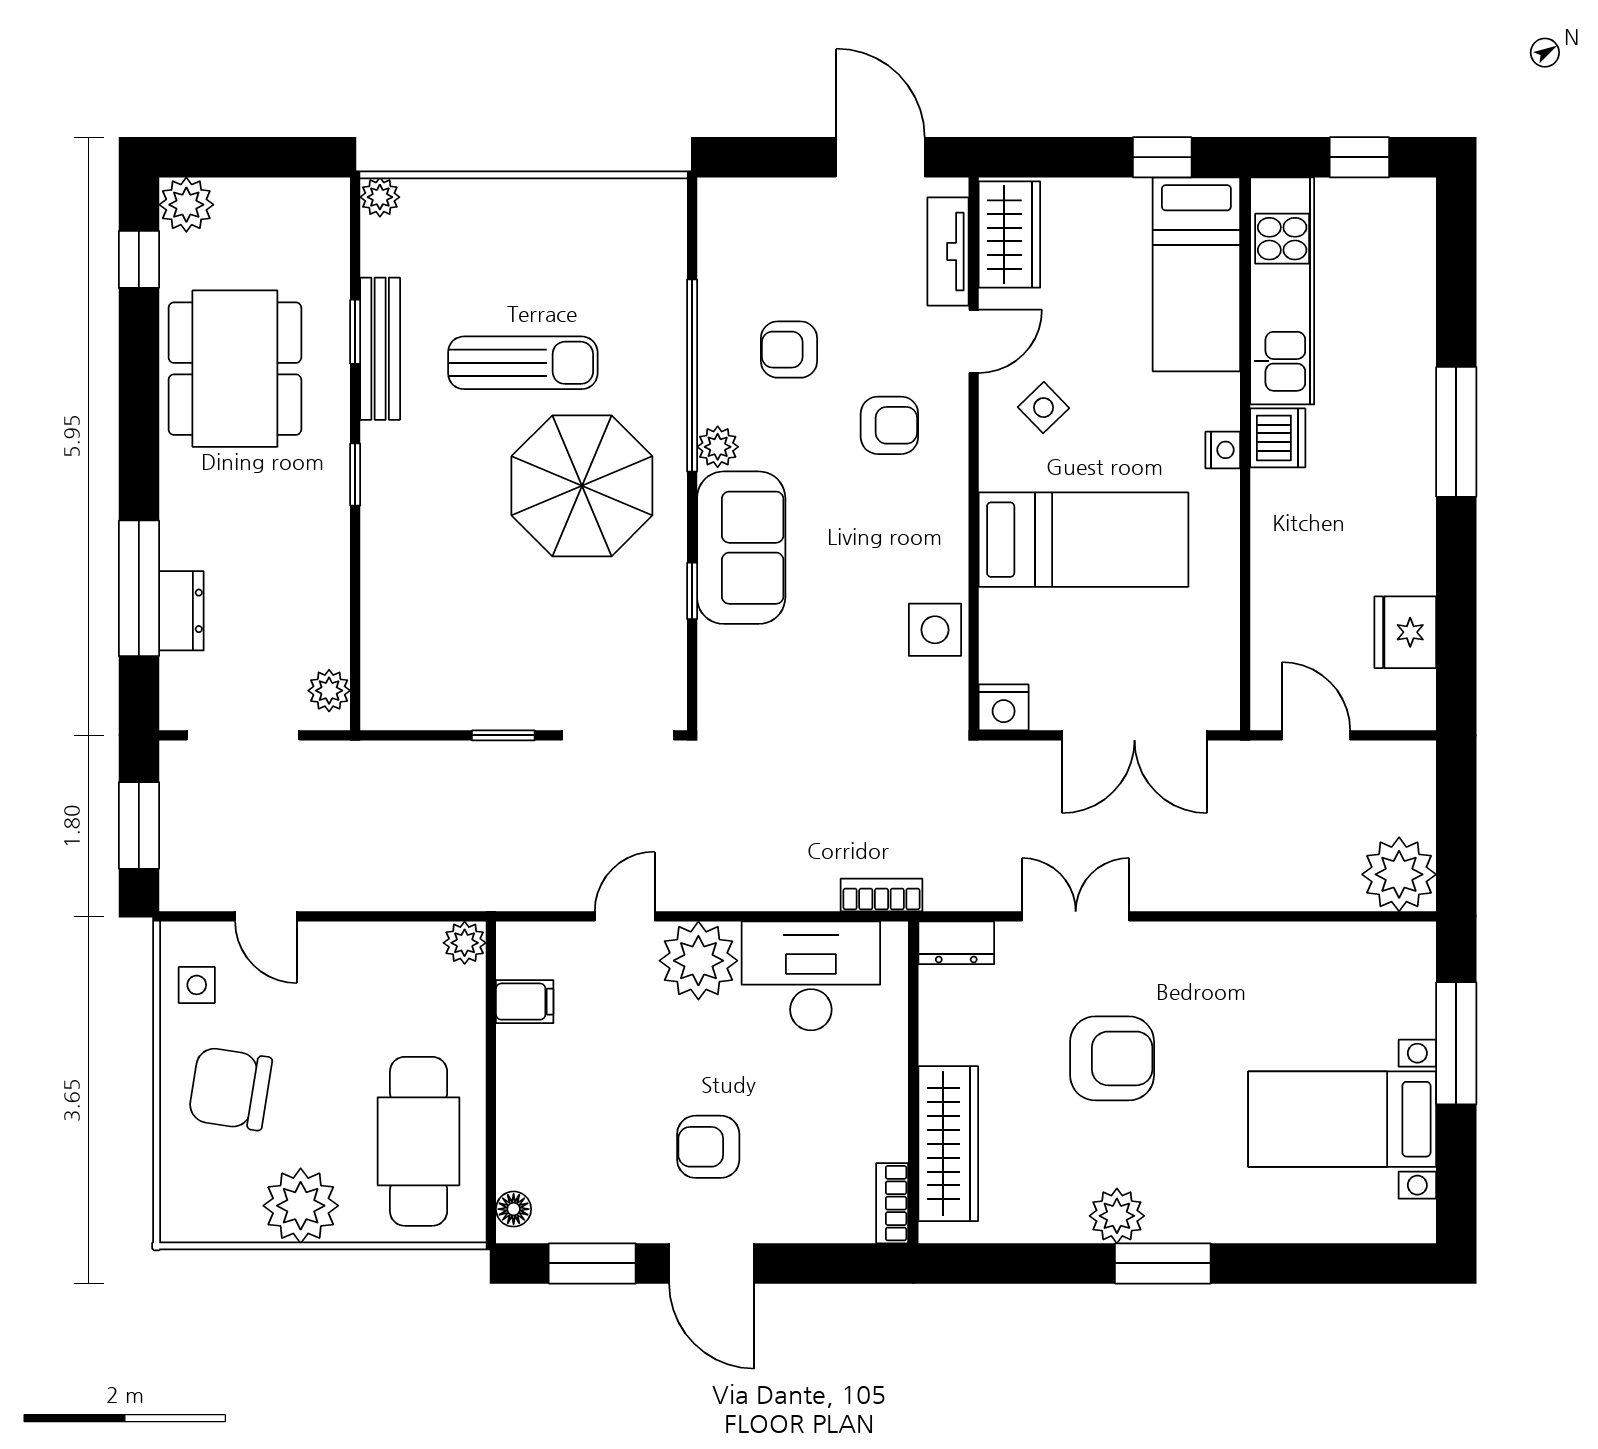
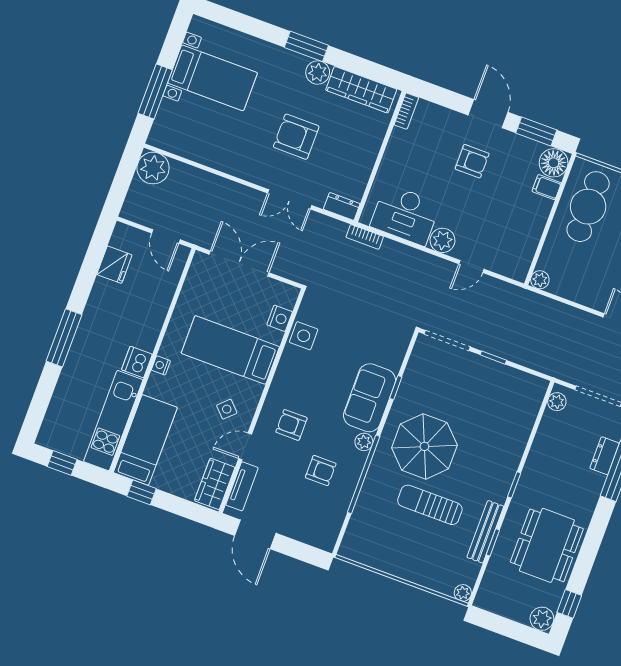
nightstand: (1004, 707) -> (280, 318), moved, turned 90
plant: (698, 961) -> (443, 240), width x0.73, depth x0.73
filing cabinet: (525, 1002) -> (547, 187), moved
wardrobe: (948, 1144) -> (361, 90), moved, turned -90
floor lamp: (514, 1209) -> (554, 163), width x1.89, depth x1.89

